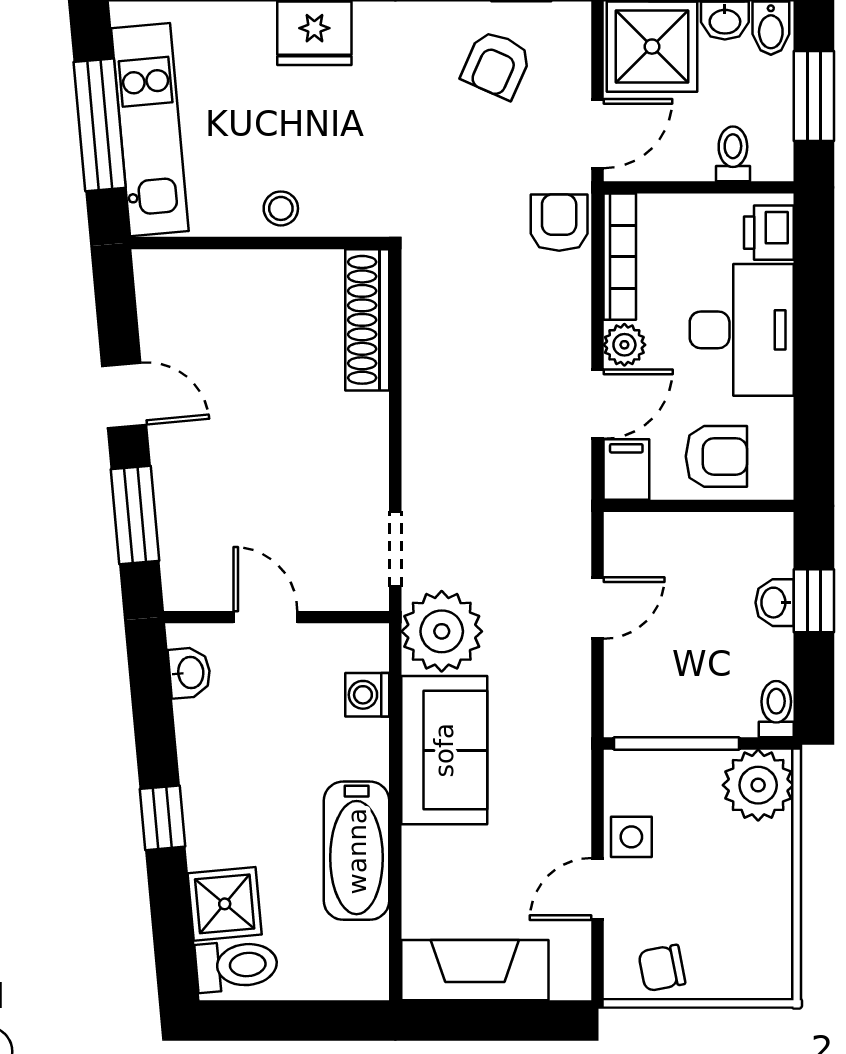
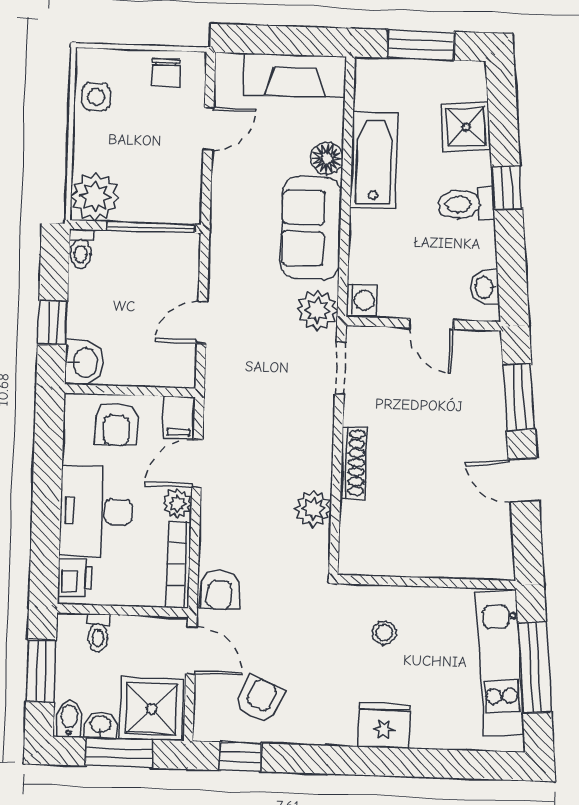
door: (597, 134) -> (191, 650), swing flipped
stool: (281, 208) -> (384, 633), moved
shoe rack: (367, 320) -> (353, 462), moved, width x0.74, depth x0.81
plant: (427, 344) -> (313, 509), added
armchair: (716, 456) -> (117, 424), turned -90
washbasin: (775, 603) -> (84, 362), moved, width x1.38, depth x1.45
plant: (442, 631) -> (317, 310), width x0.73, depth x0.73
washing machine: (367, 695) -> (362, 300), moved
side table: (631, 837) -> (96, 97), moved
floor lamp: (425, 852) -> (327, 158), added
toilet: (236, 966) -> (466, 204), moved
chair: (662, 968) -> (166, 73), turned 101
window: (294, 1021) -> (421, 45), added

